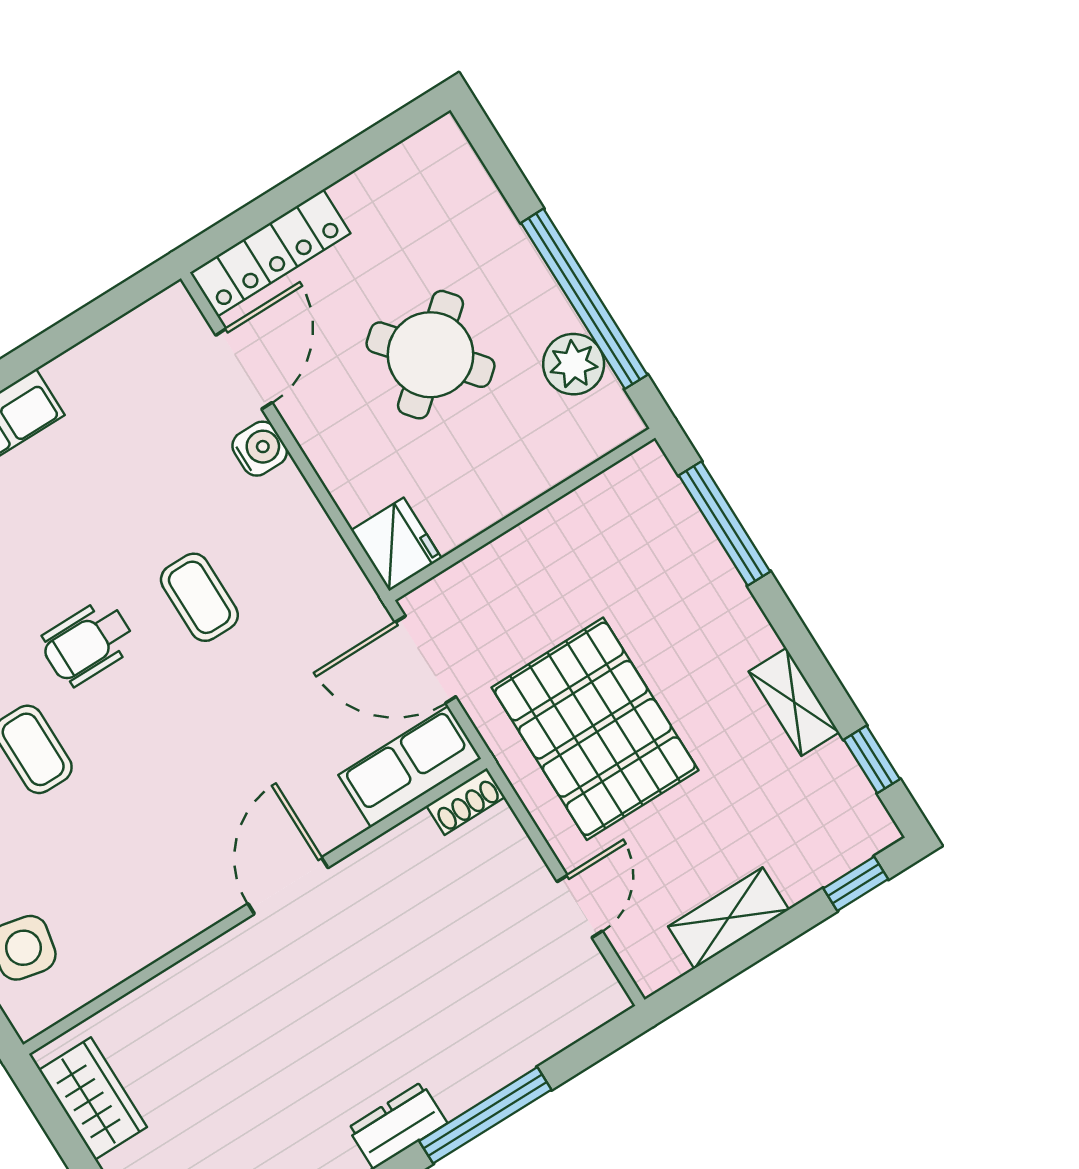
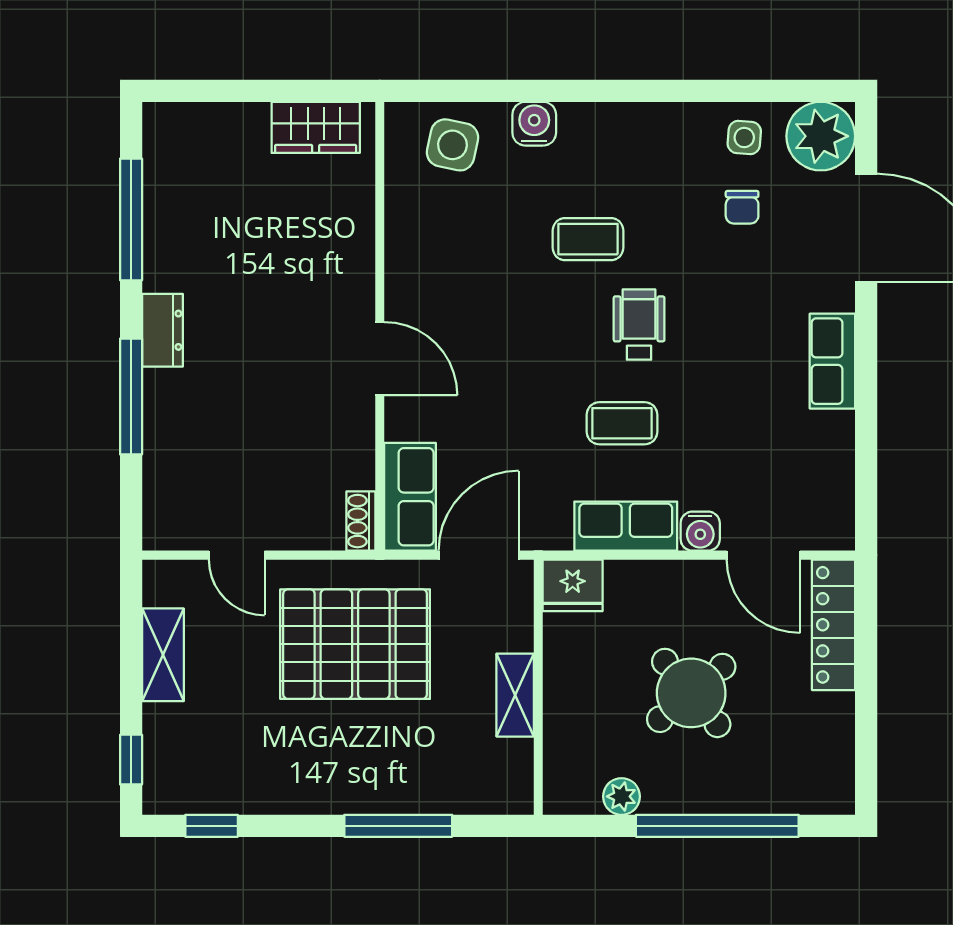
window: (584, 299) -> (717, 826), moved
plant: (574, 364) -> (622, 796), width x0.73, depth x0.73
window: (725, 523) -> (398, 826), moved
row of seats: (302, 528) -> (626, 526), added
shelving: (794, 702) -> (515, 695), moved, turned 90

